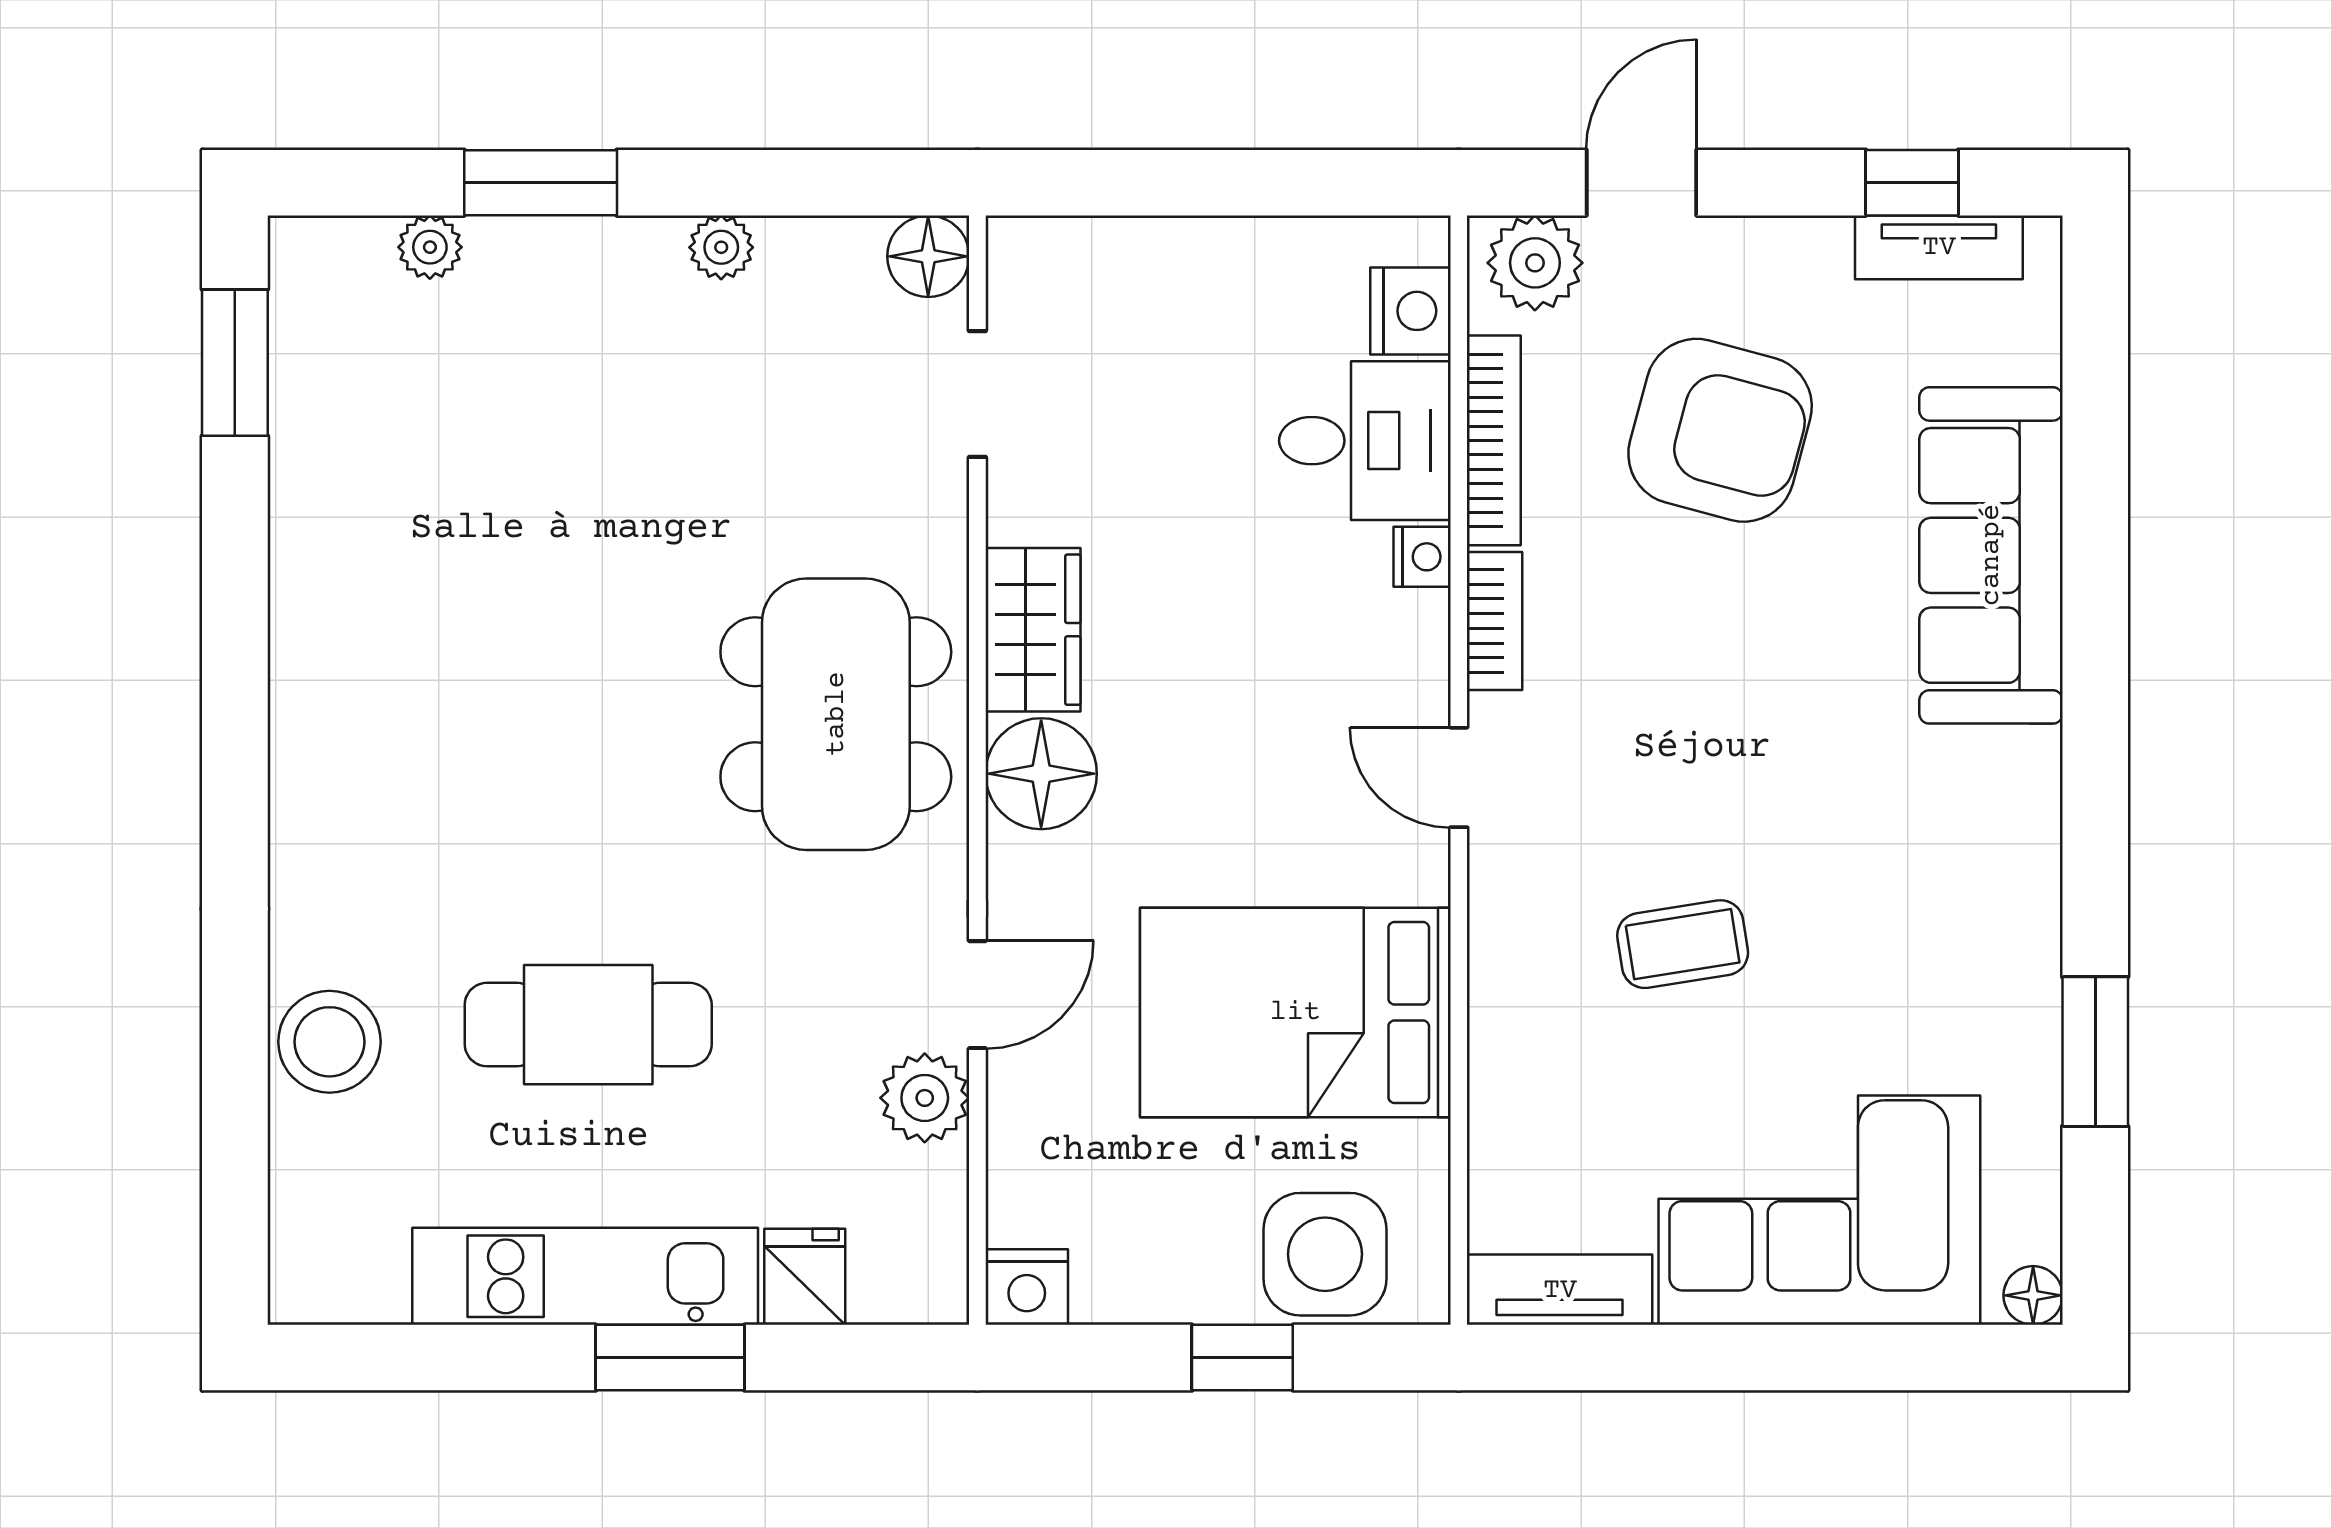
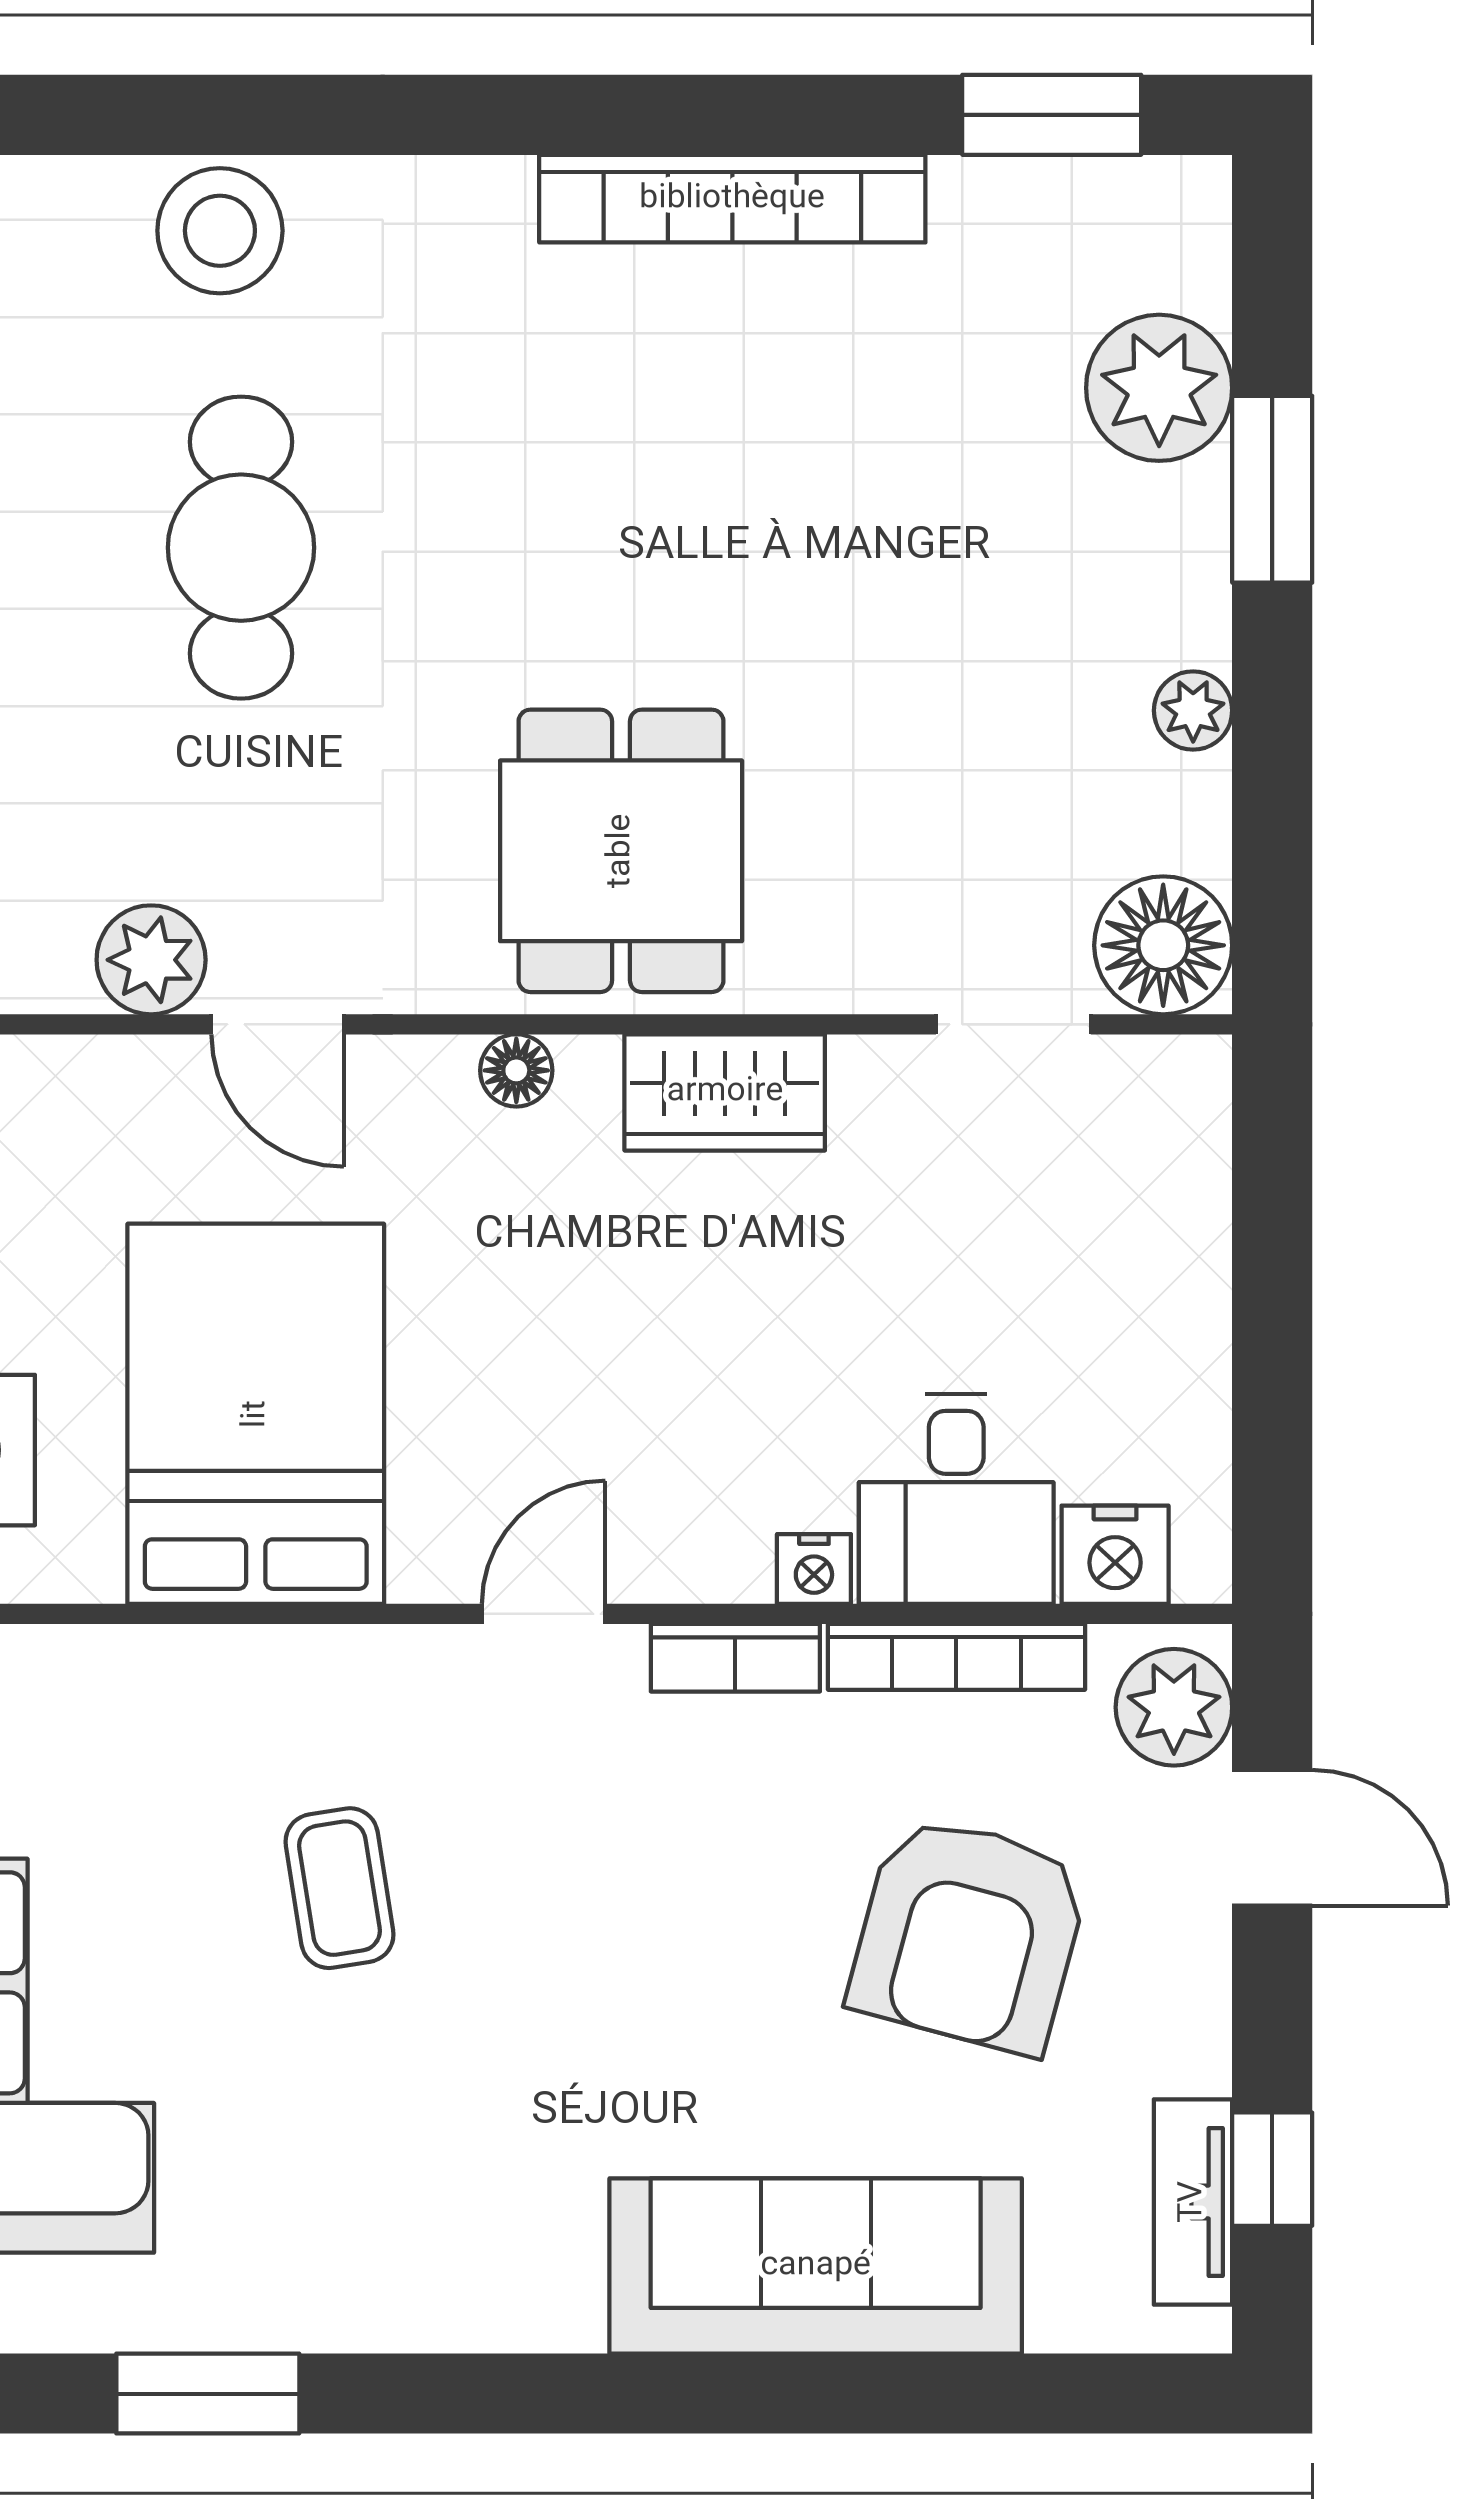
plant: (430, 247) -> (1159, 388), width x1.88, depth x1.88
floor lamp: (928, 256) -> (1163, 945), width x1.38, depth x1.38
bookcase: (303, 623) -> (732, 199), added
dining table: (836, 714) -> (621, 851), width x0.73
floor lamp: (1041, 774) -> (516, 1070), width x0.53, depth x0.53

